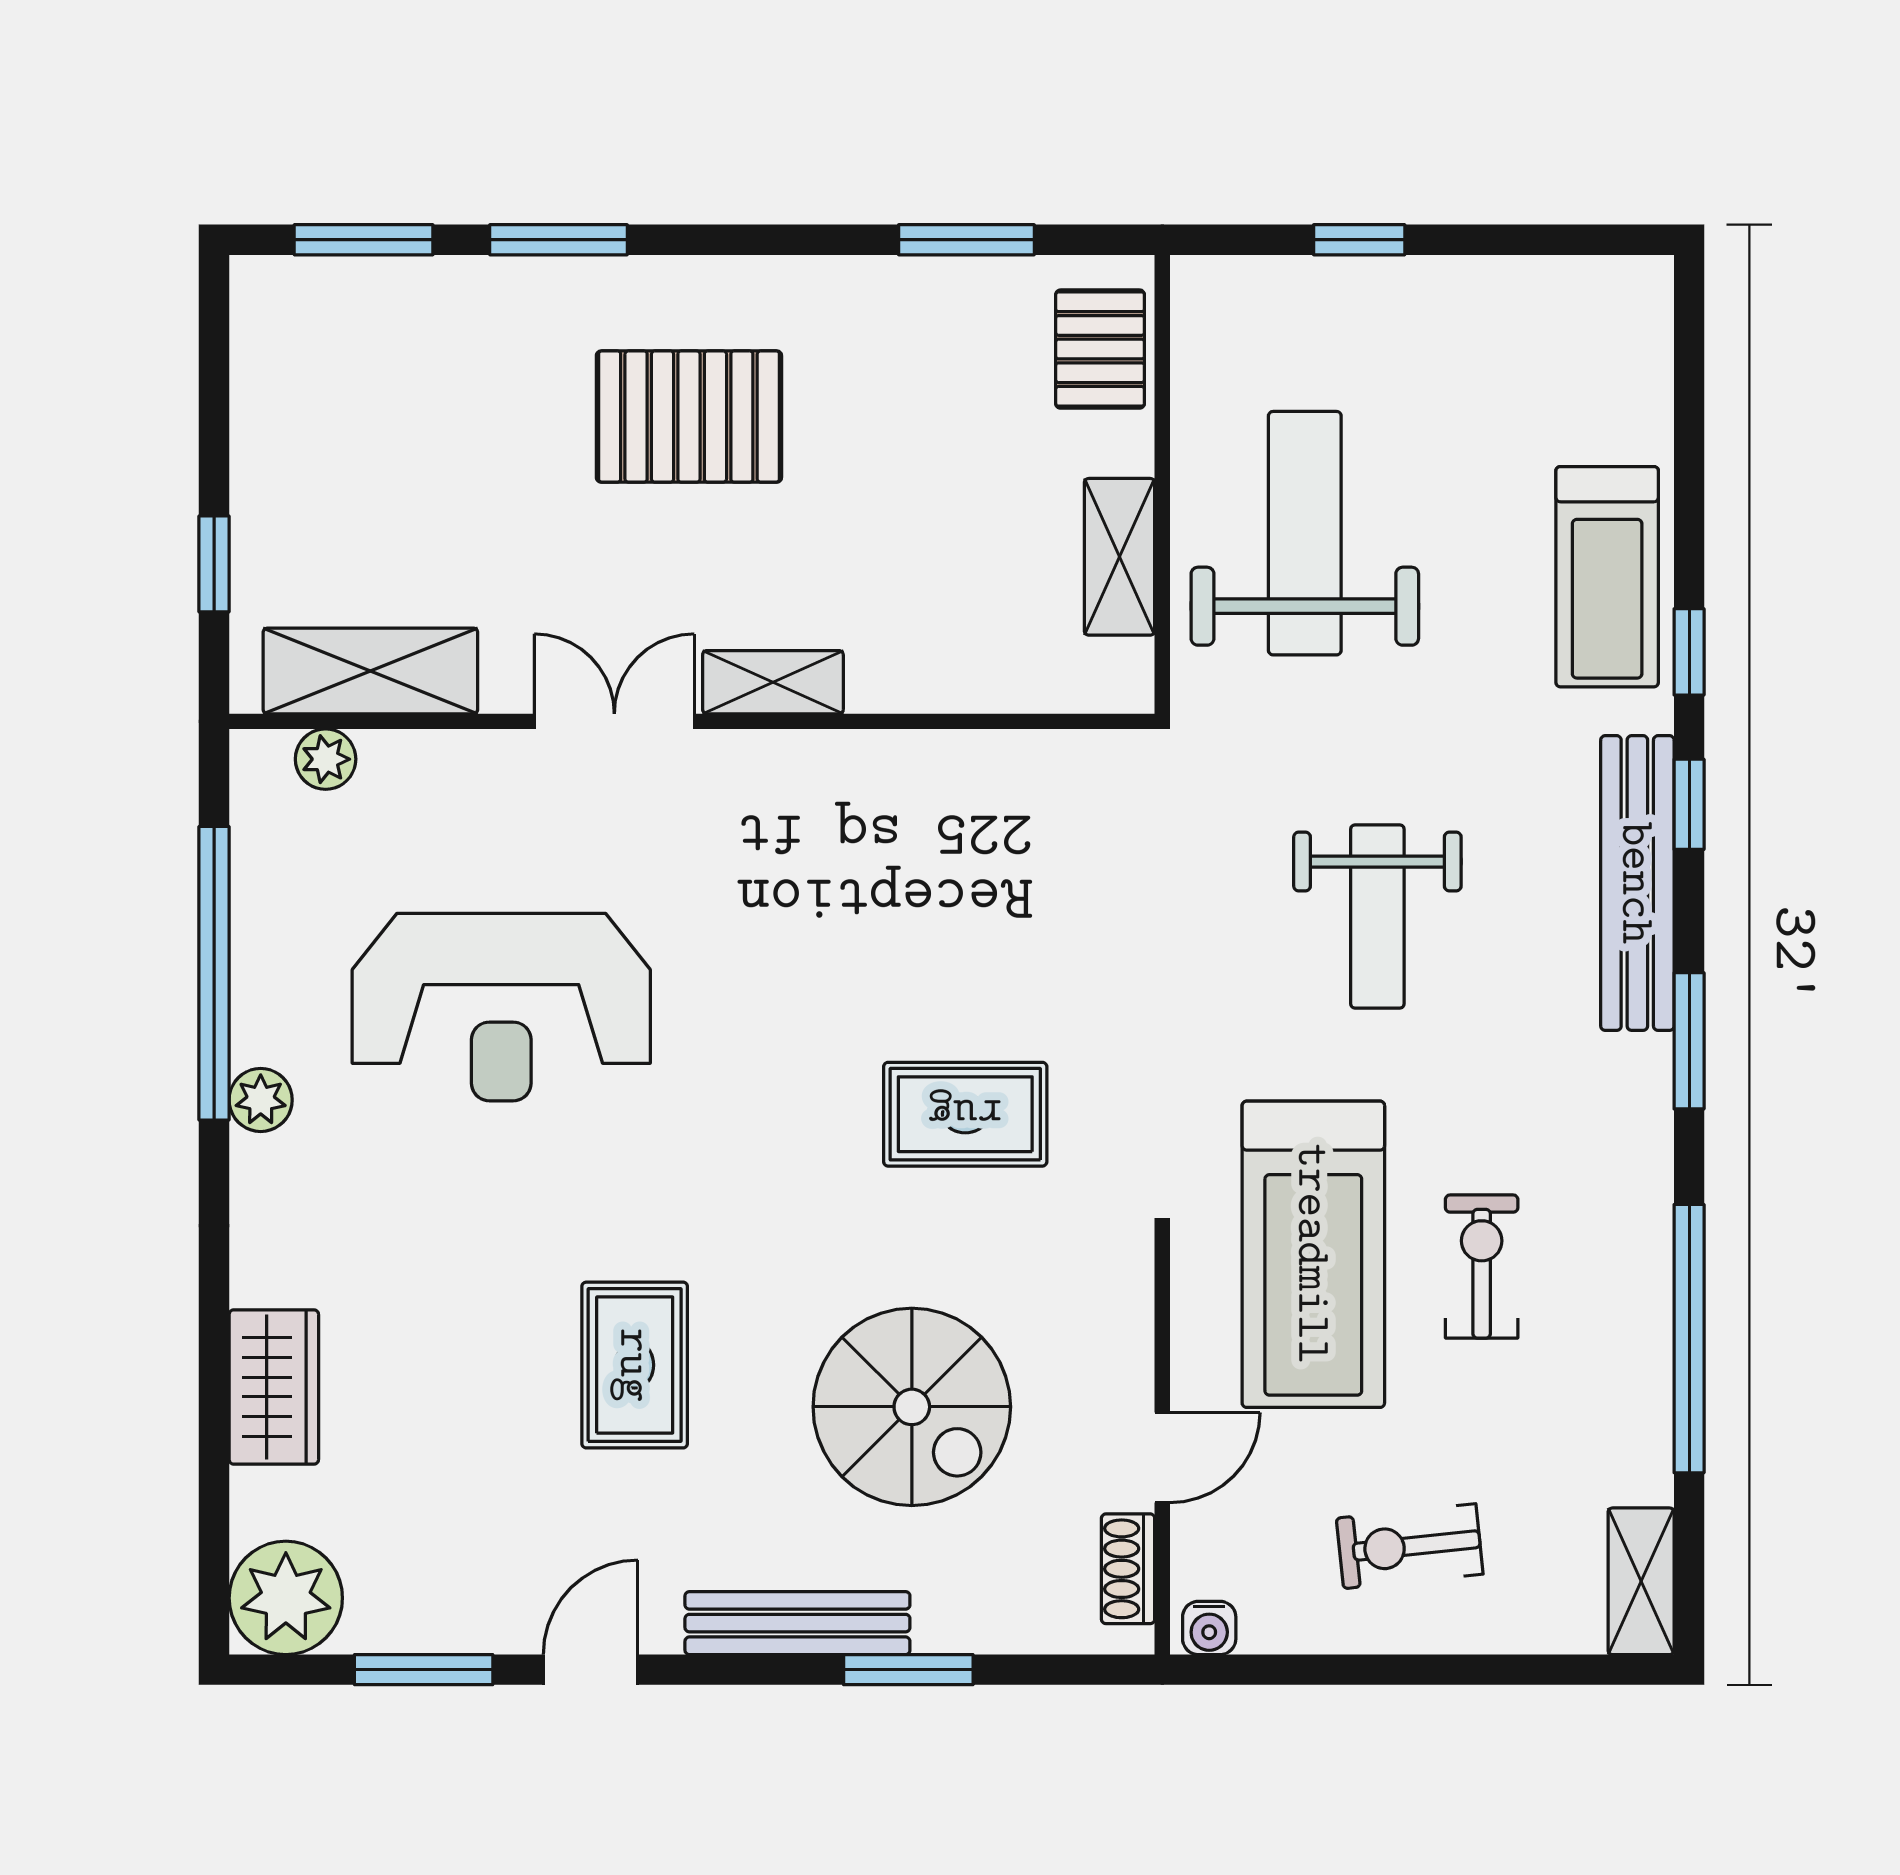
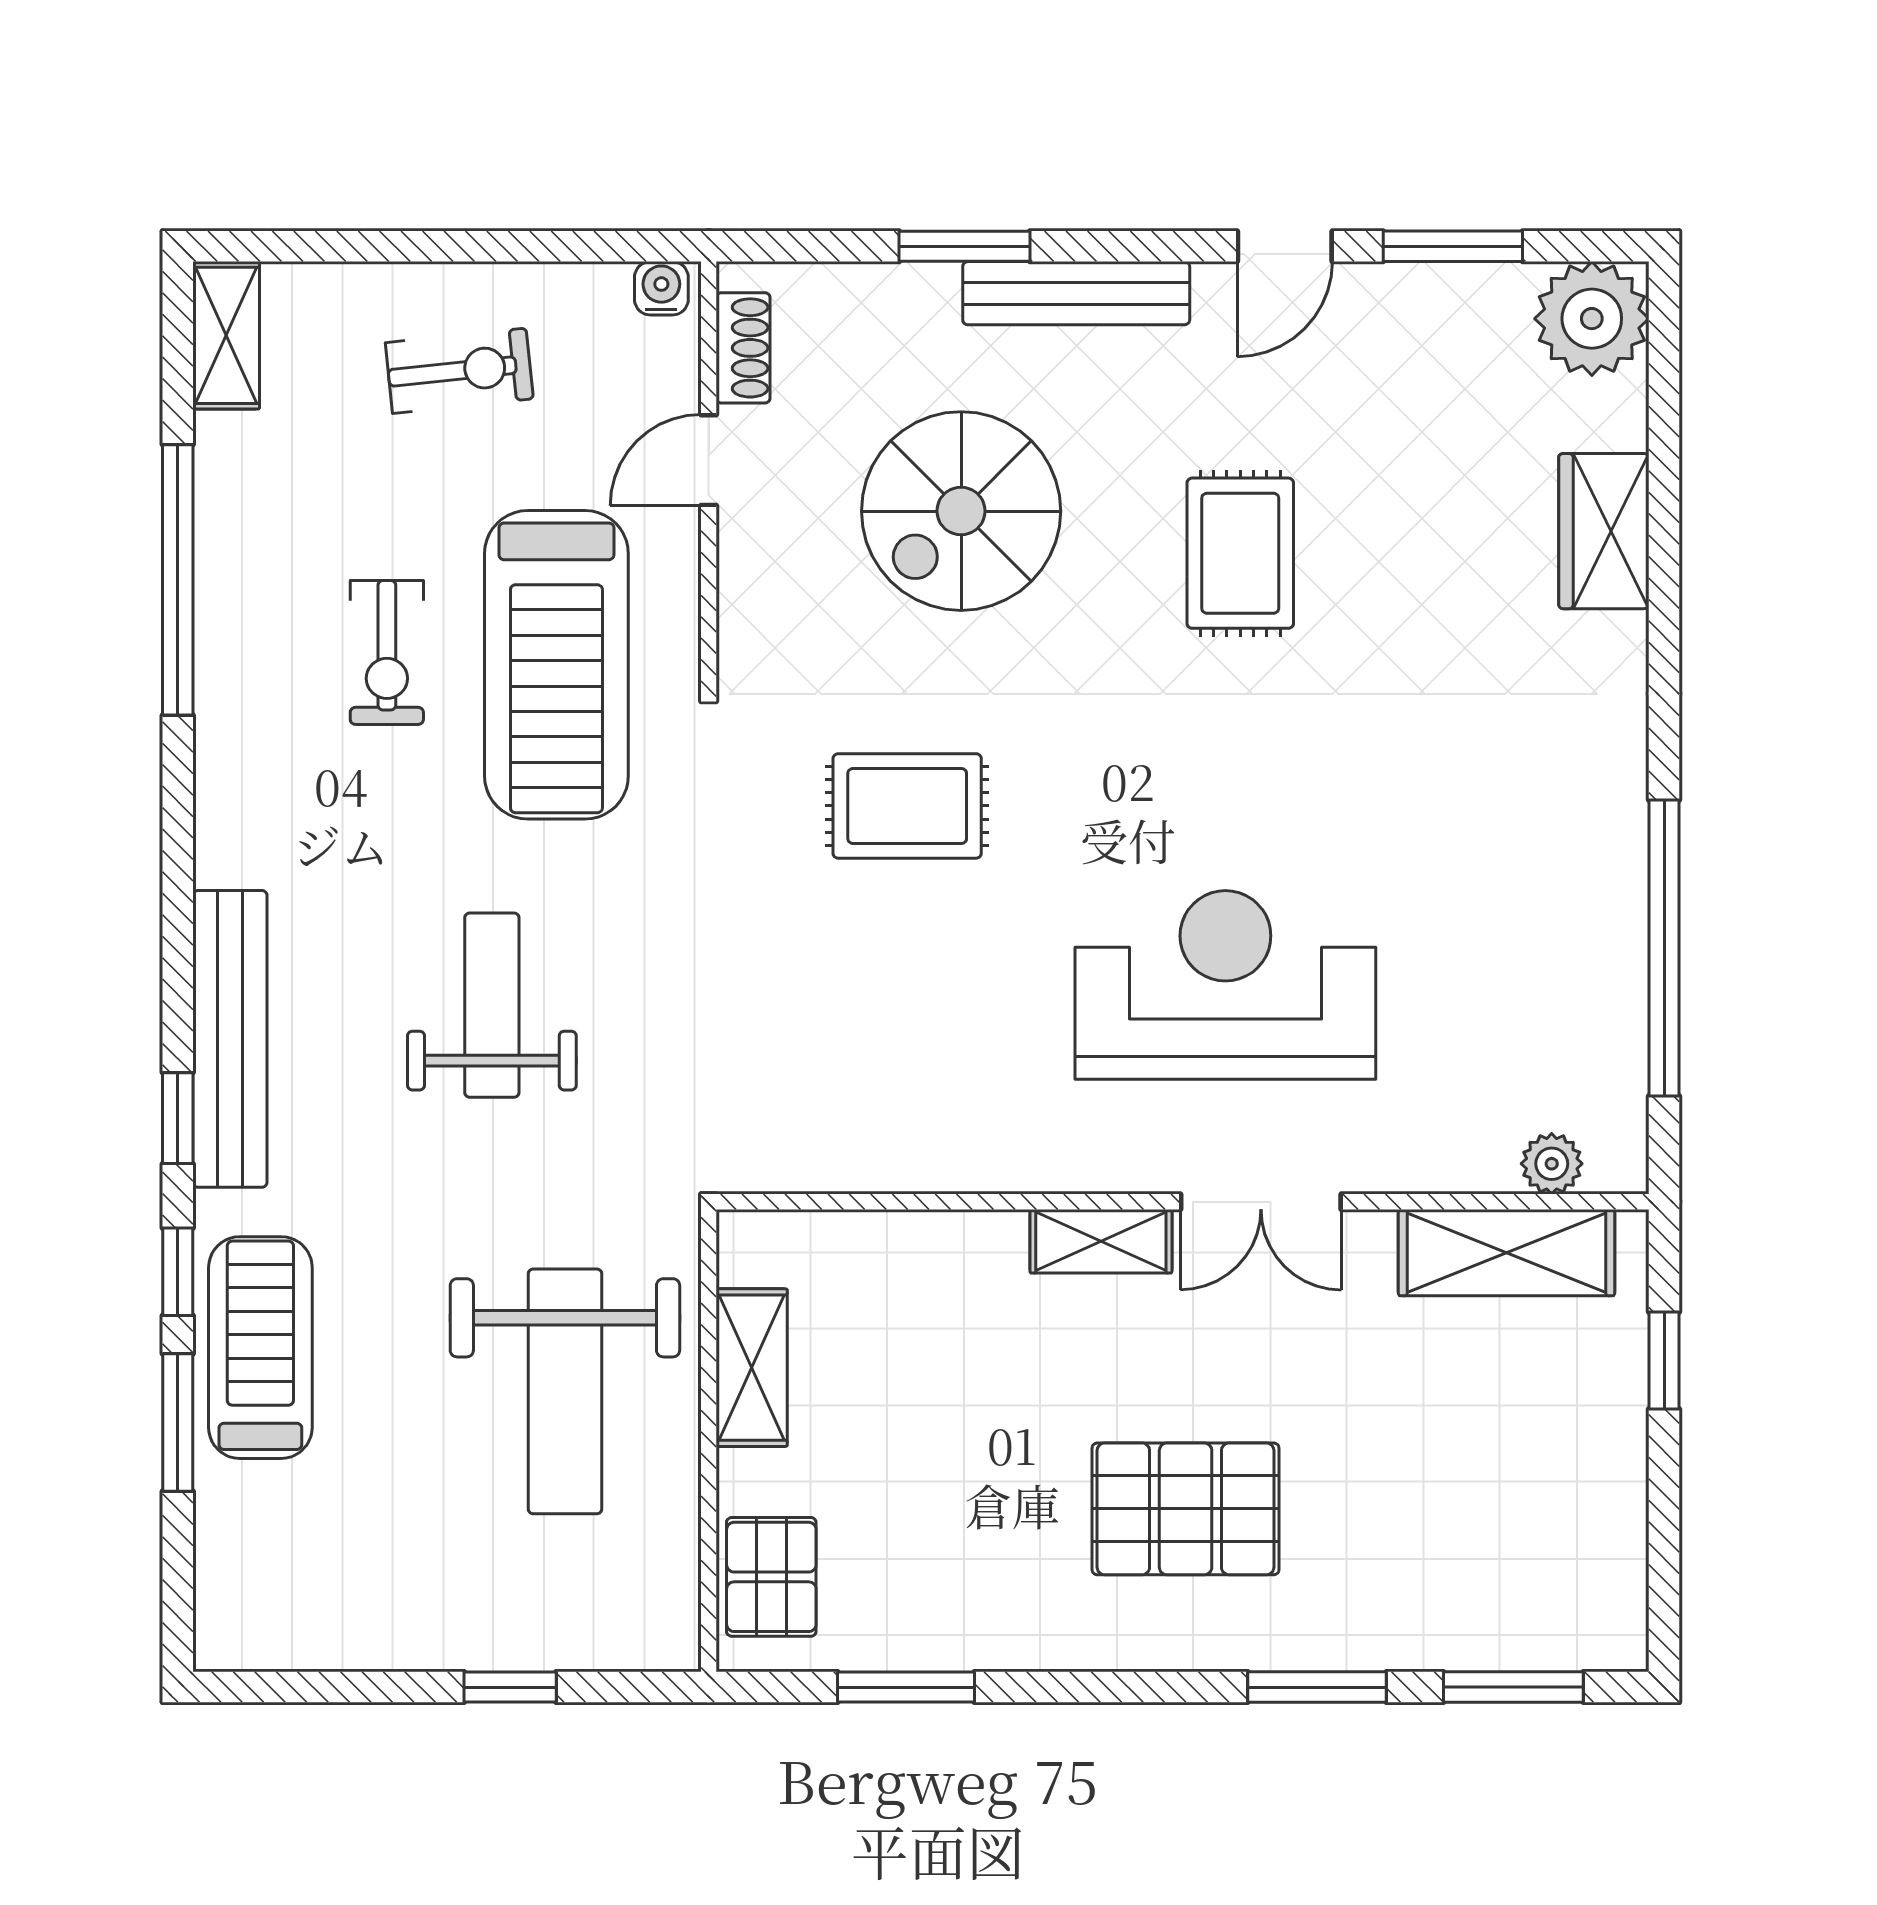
reception desk: (501, 1007) -> (1225, 985), moved
window: (1689, 1041) -> (178, 1422), moved
plant: (261, 1100) -> (1617, 820), removed
treadmill: (1313, 1254) -> (556, 665), turned 180
spiral stairs: (912, 1407) -> (961, 511), turned -90

